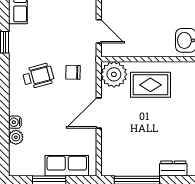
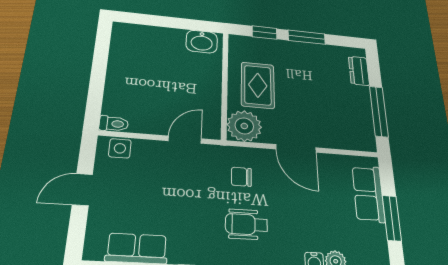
chair: (73, 72) -> (241, 177), turned 89
wheelchair: (38, 76) -> (247, 224), turned -75

